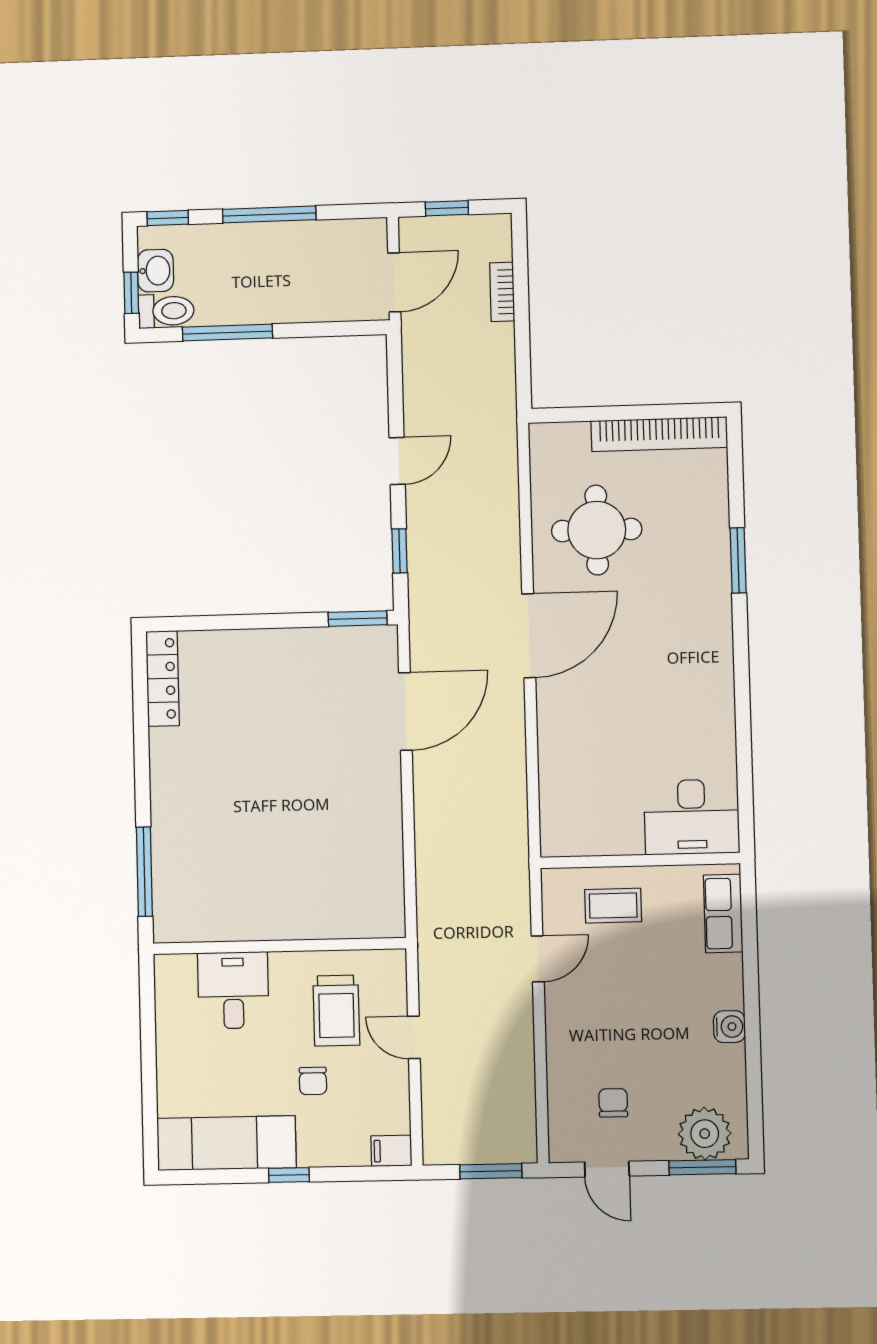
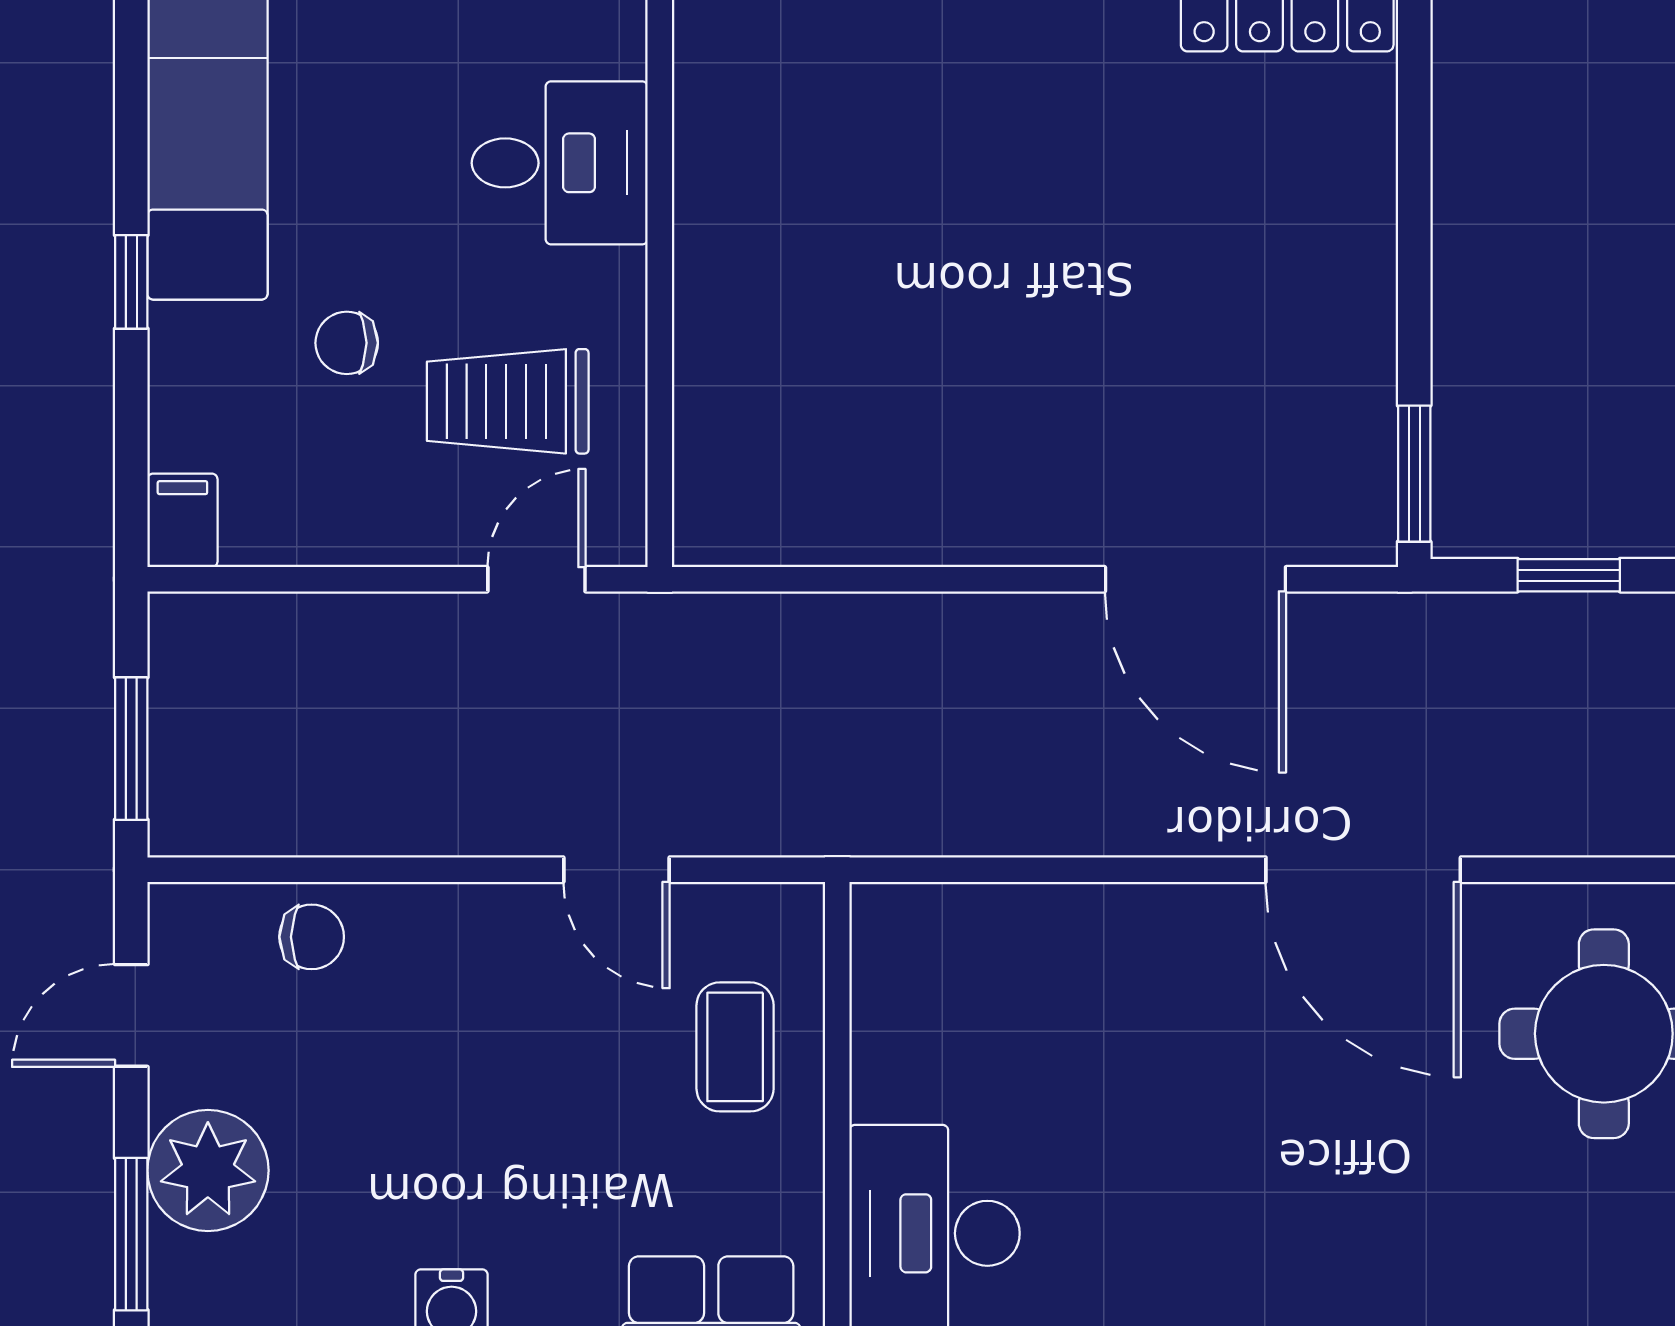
door: (414, 1037) -> (536, 579), moved
chair: (613, 1103) -> (312, 937), moved
plant: (705, 1134) -> (208, 1170), moved

